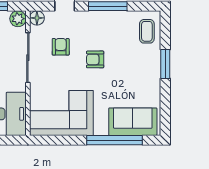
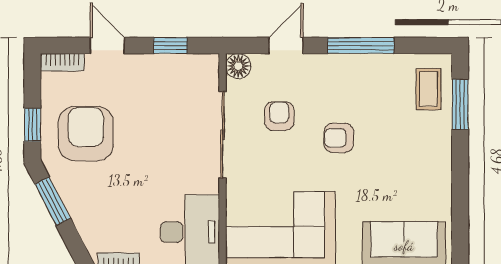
plant: (18, 19) -> (205, 67), removed
window: (165, 64) -> (460, 104), moved

